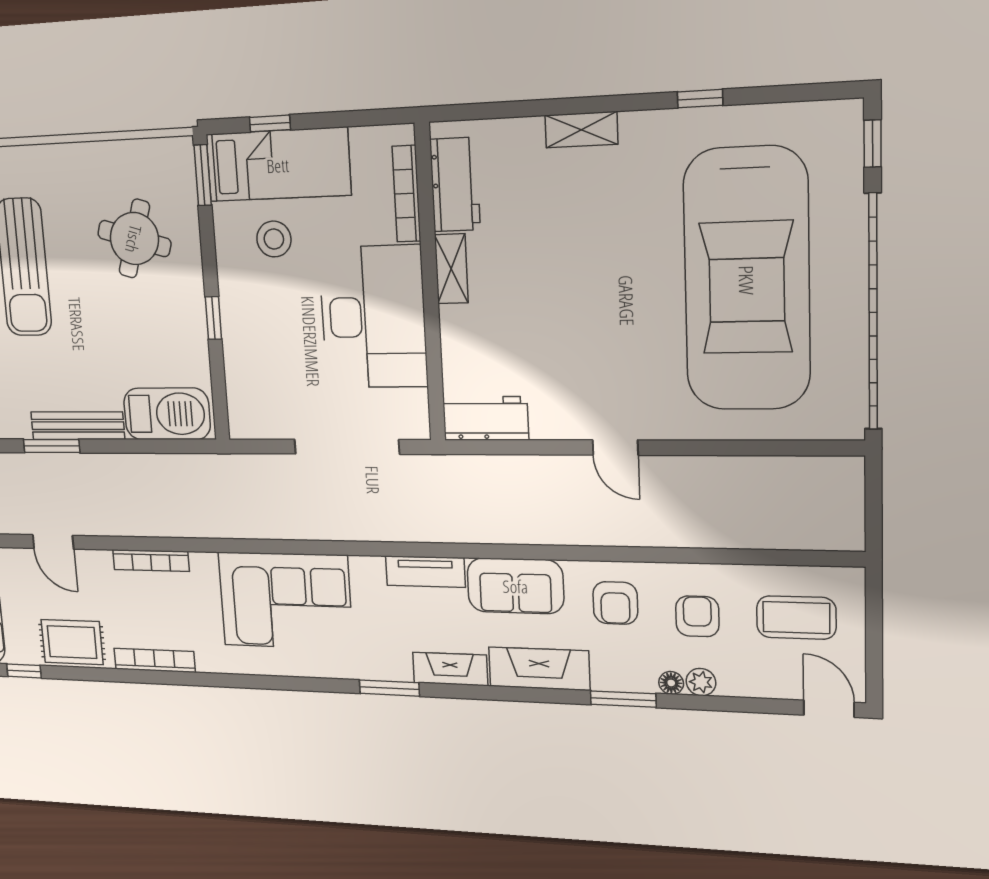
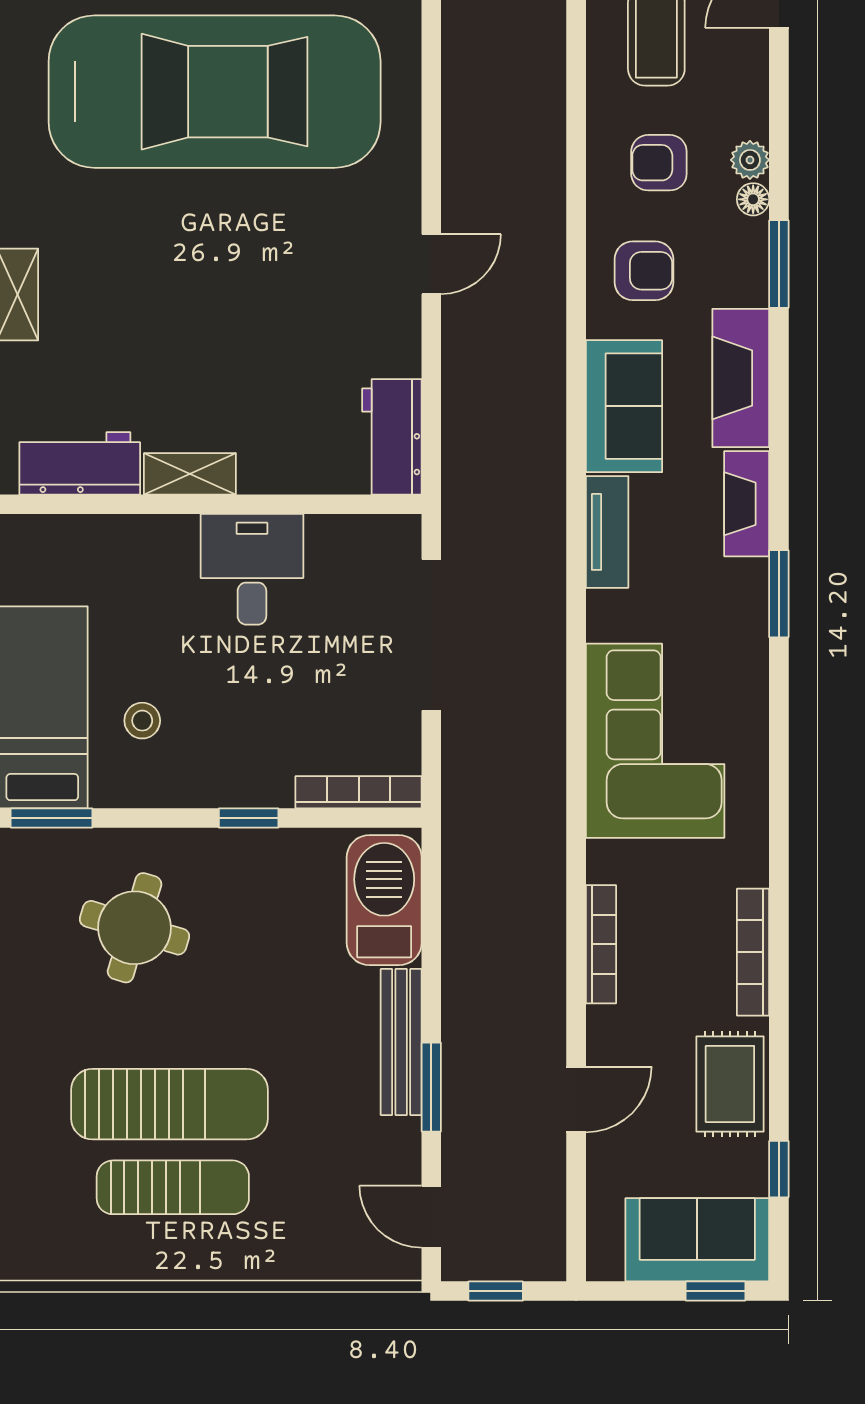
bookcase: (406, 194) -> (359, 792), moved, turned 180
stool: (274, 239) -> (142, 721), width x0.73, depth x0.73
desk: (373, 317) -> (252, 569), width x0.53, depth x0.77

